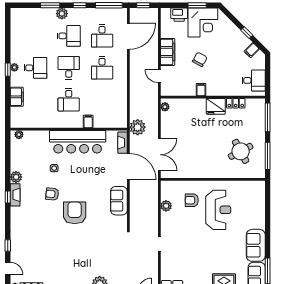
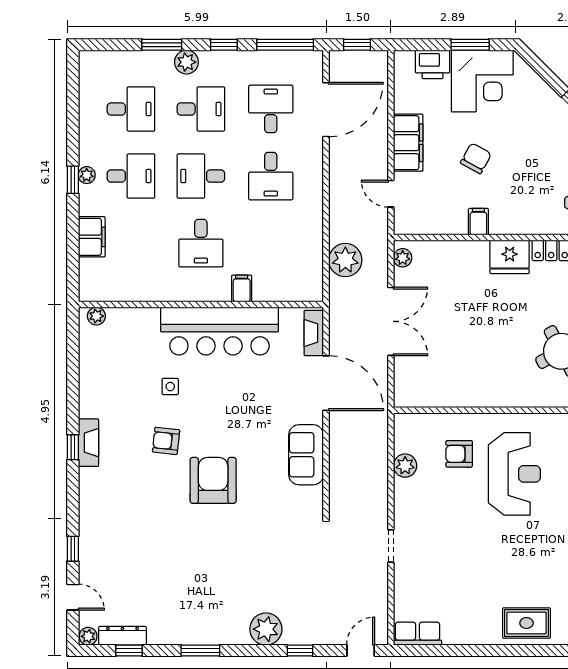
desk: (35, 36) -> (131, 109), added
desk: (102, 36) -> (271, 109), turned 180
desk: (69, 68) -> (201, 176), turned -90
plant: (138, 127) -> (345, 260), moved
double door: (159, 155) -> (391, 321), moved
plant: (16, 177) -> (90, 405), removed

